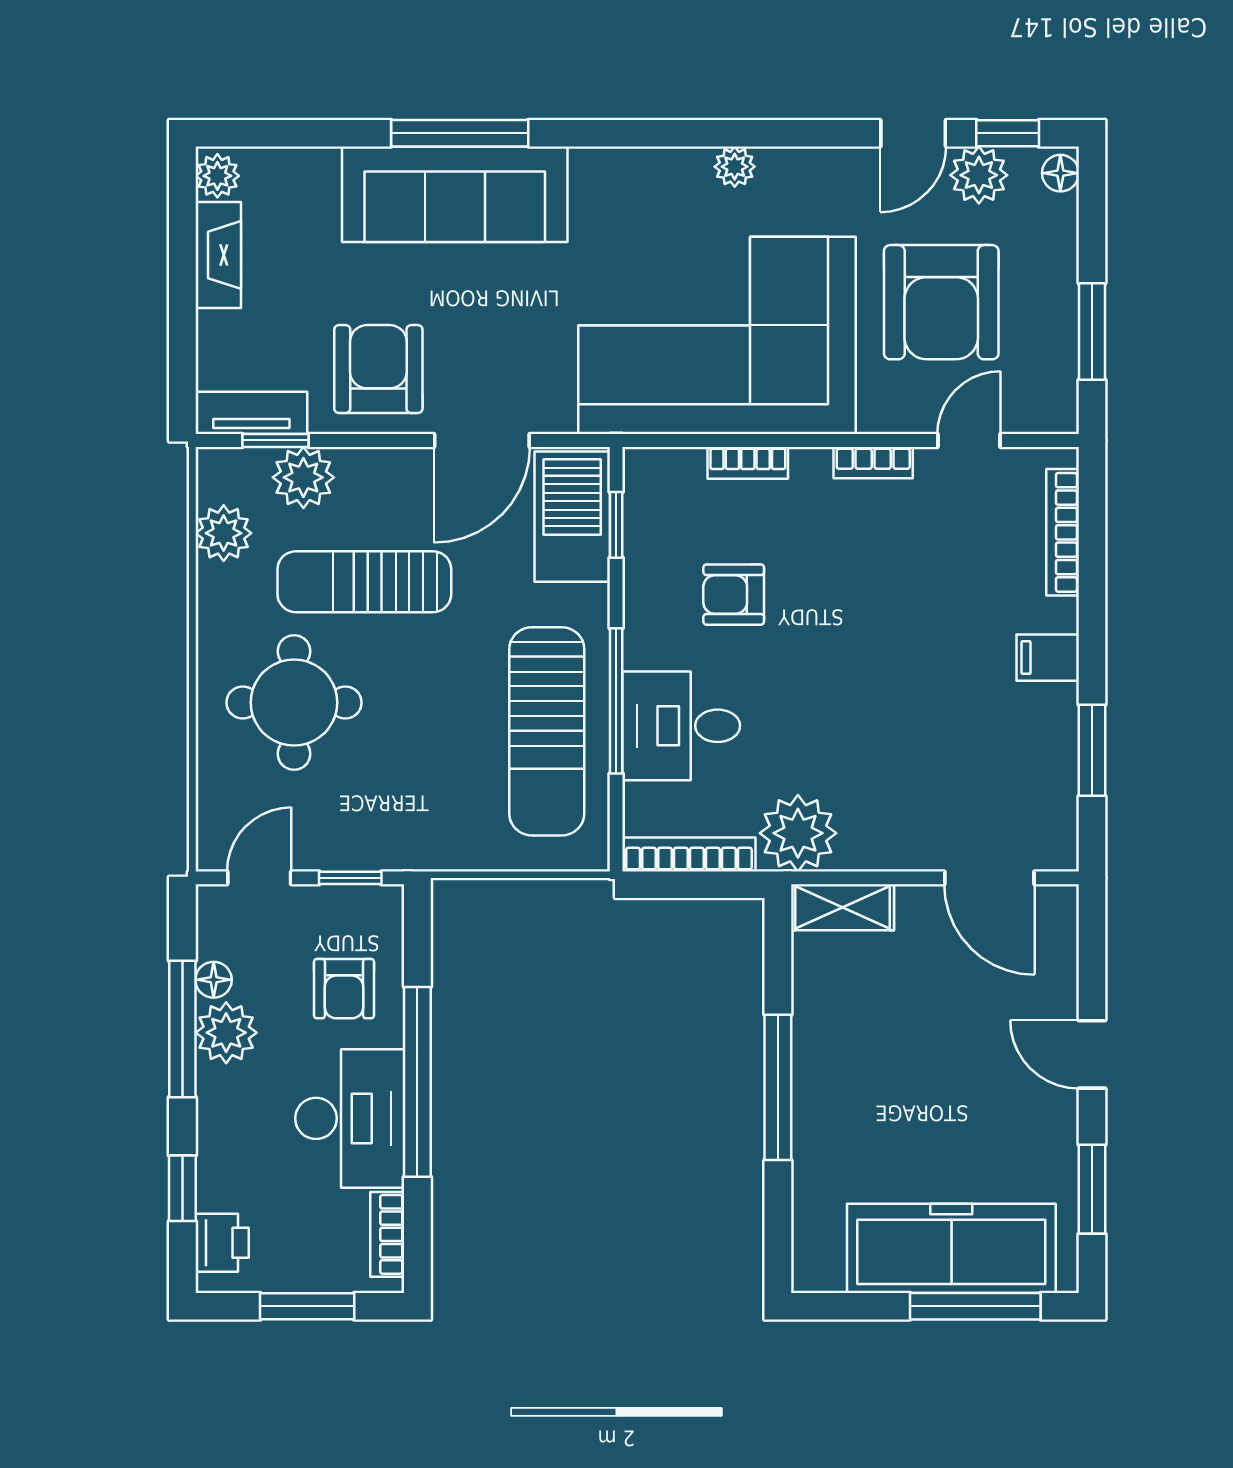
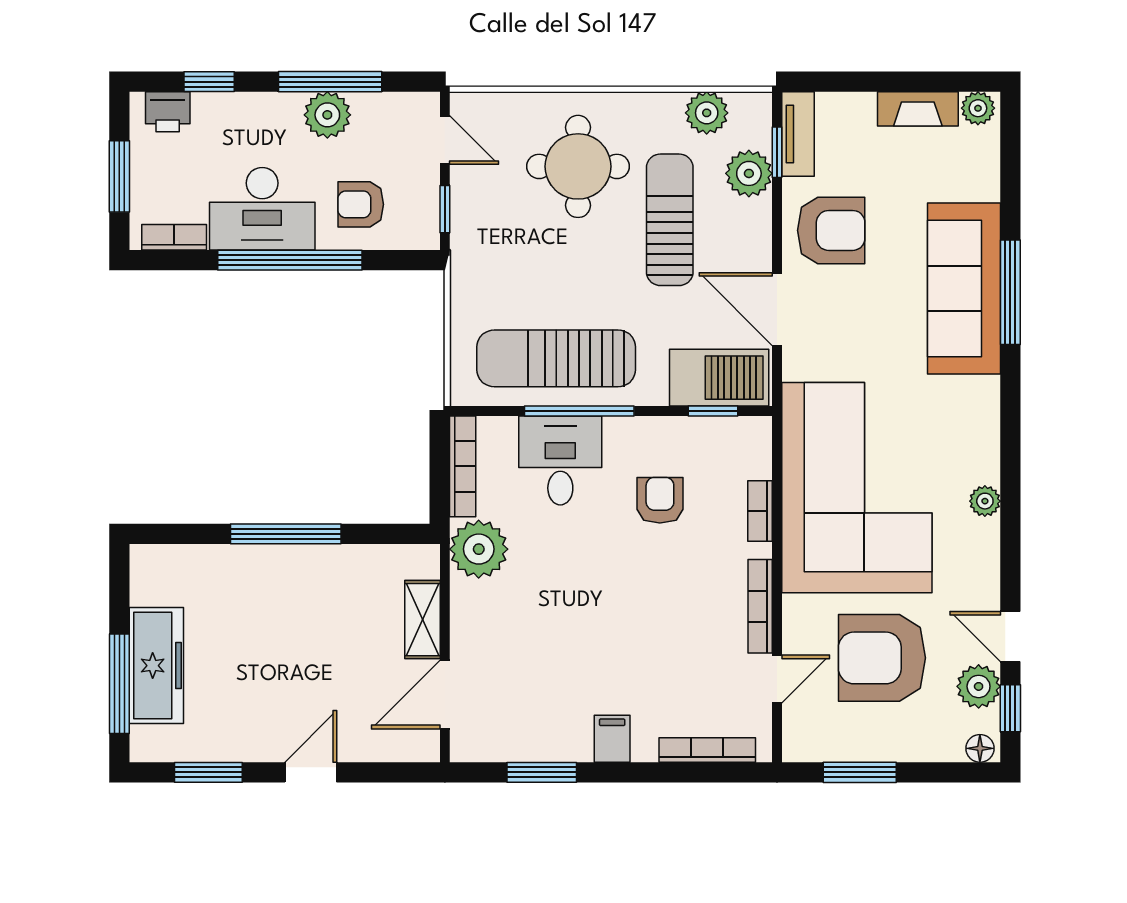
door: (969, 440) -> (777, 679), hinge flipped
bookcase: (873, 463) -> (760, 606), width x1.56
shelving: (843, 907) -> (422, 620), moved
floor lamp: (214, 980) -> (367, 105), removed
freezer: (951, 1248) -> (156, 666), width x0.73, depth x0.79

